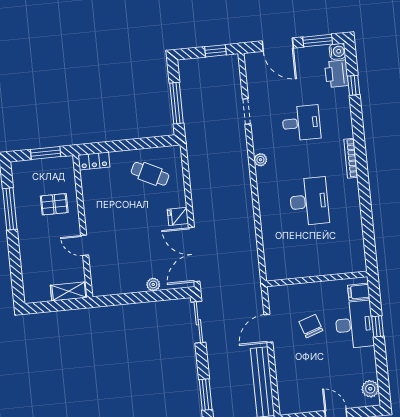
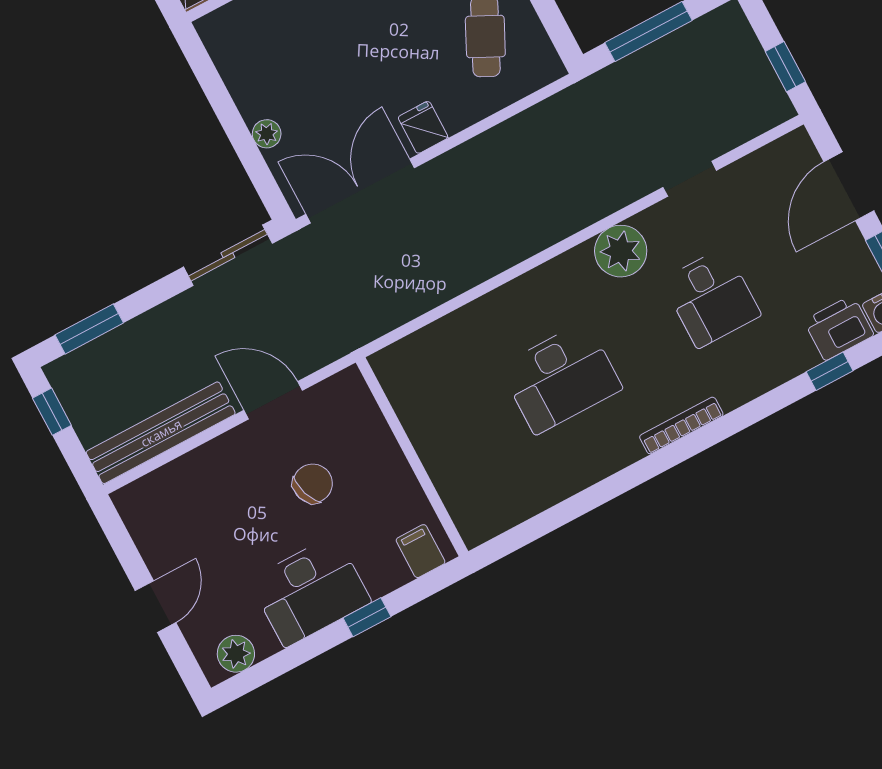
plant: (260, 160) -> (621, 251), width x1.87, depth x1.87
desk: (354, 325) -> (310, 591), moved

